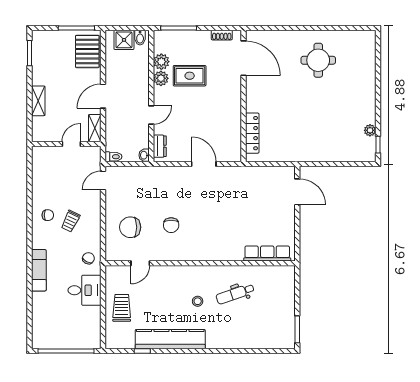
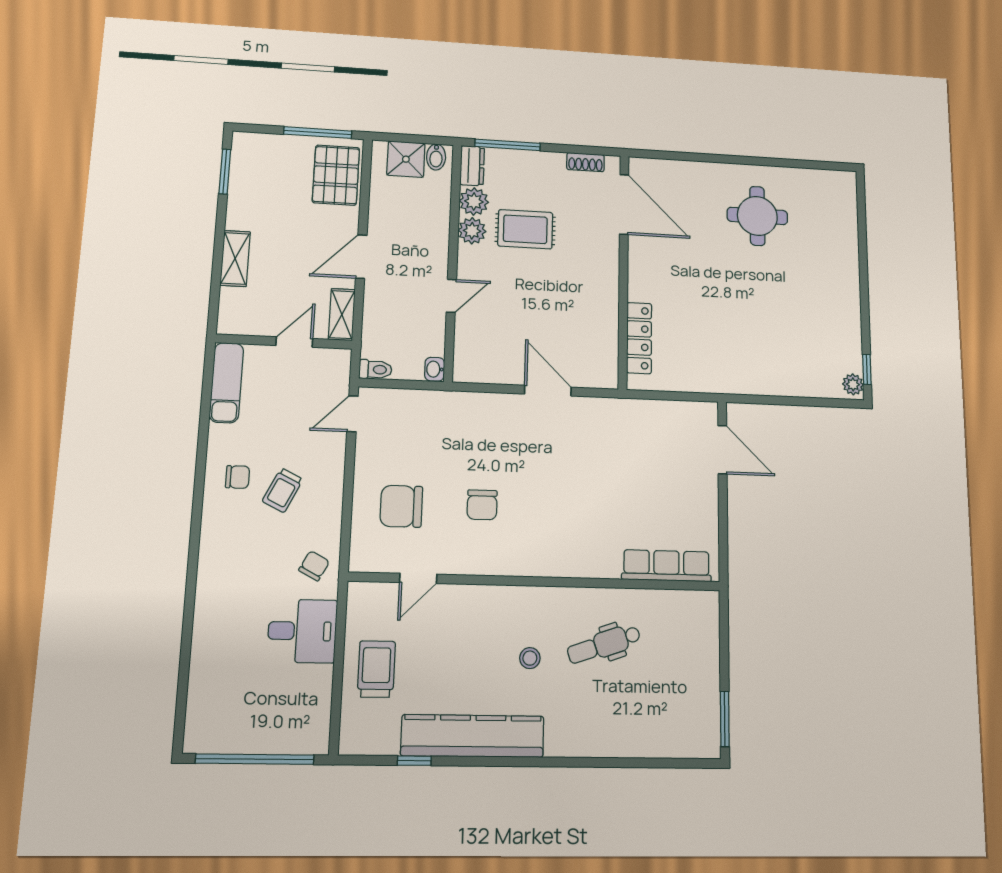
plant: (370, 130) -> (853, 384), moved
dresser: (160, 146) -> (472, 166), moved
exam couch: (39, 270) -> (226, 383), moved

